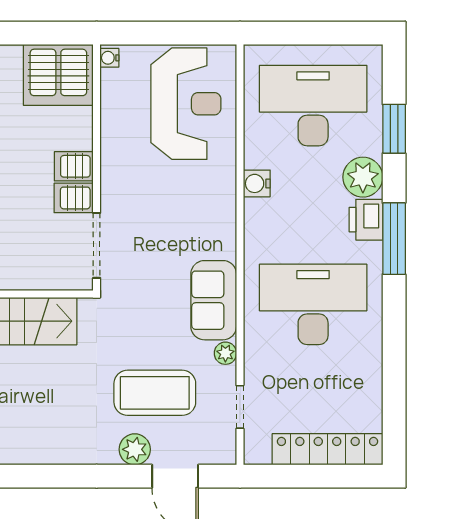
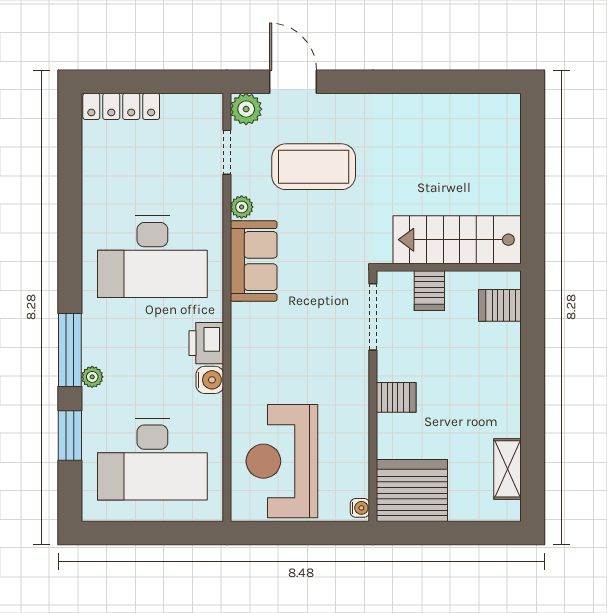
plant: (363, 177) -> (92, 377), width x0.53, depth x0.53
server rack: (74, 198) -> (429, 291), moved, turned 90
printer: (366, 220) -> (206, 343), moved, turned 180
window: (394, 239) -> (70, 350), moved
plant: (135, 449) -> (246, 109), moved
locker: (327, 449) -> (121, 106), width x0.71, depth x0.83

